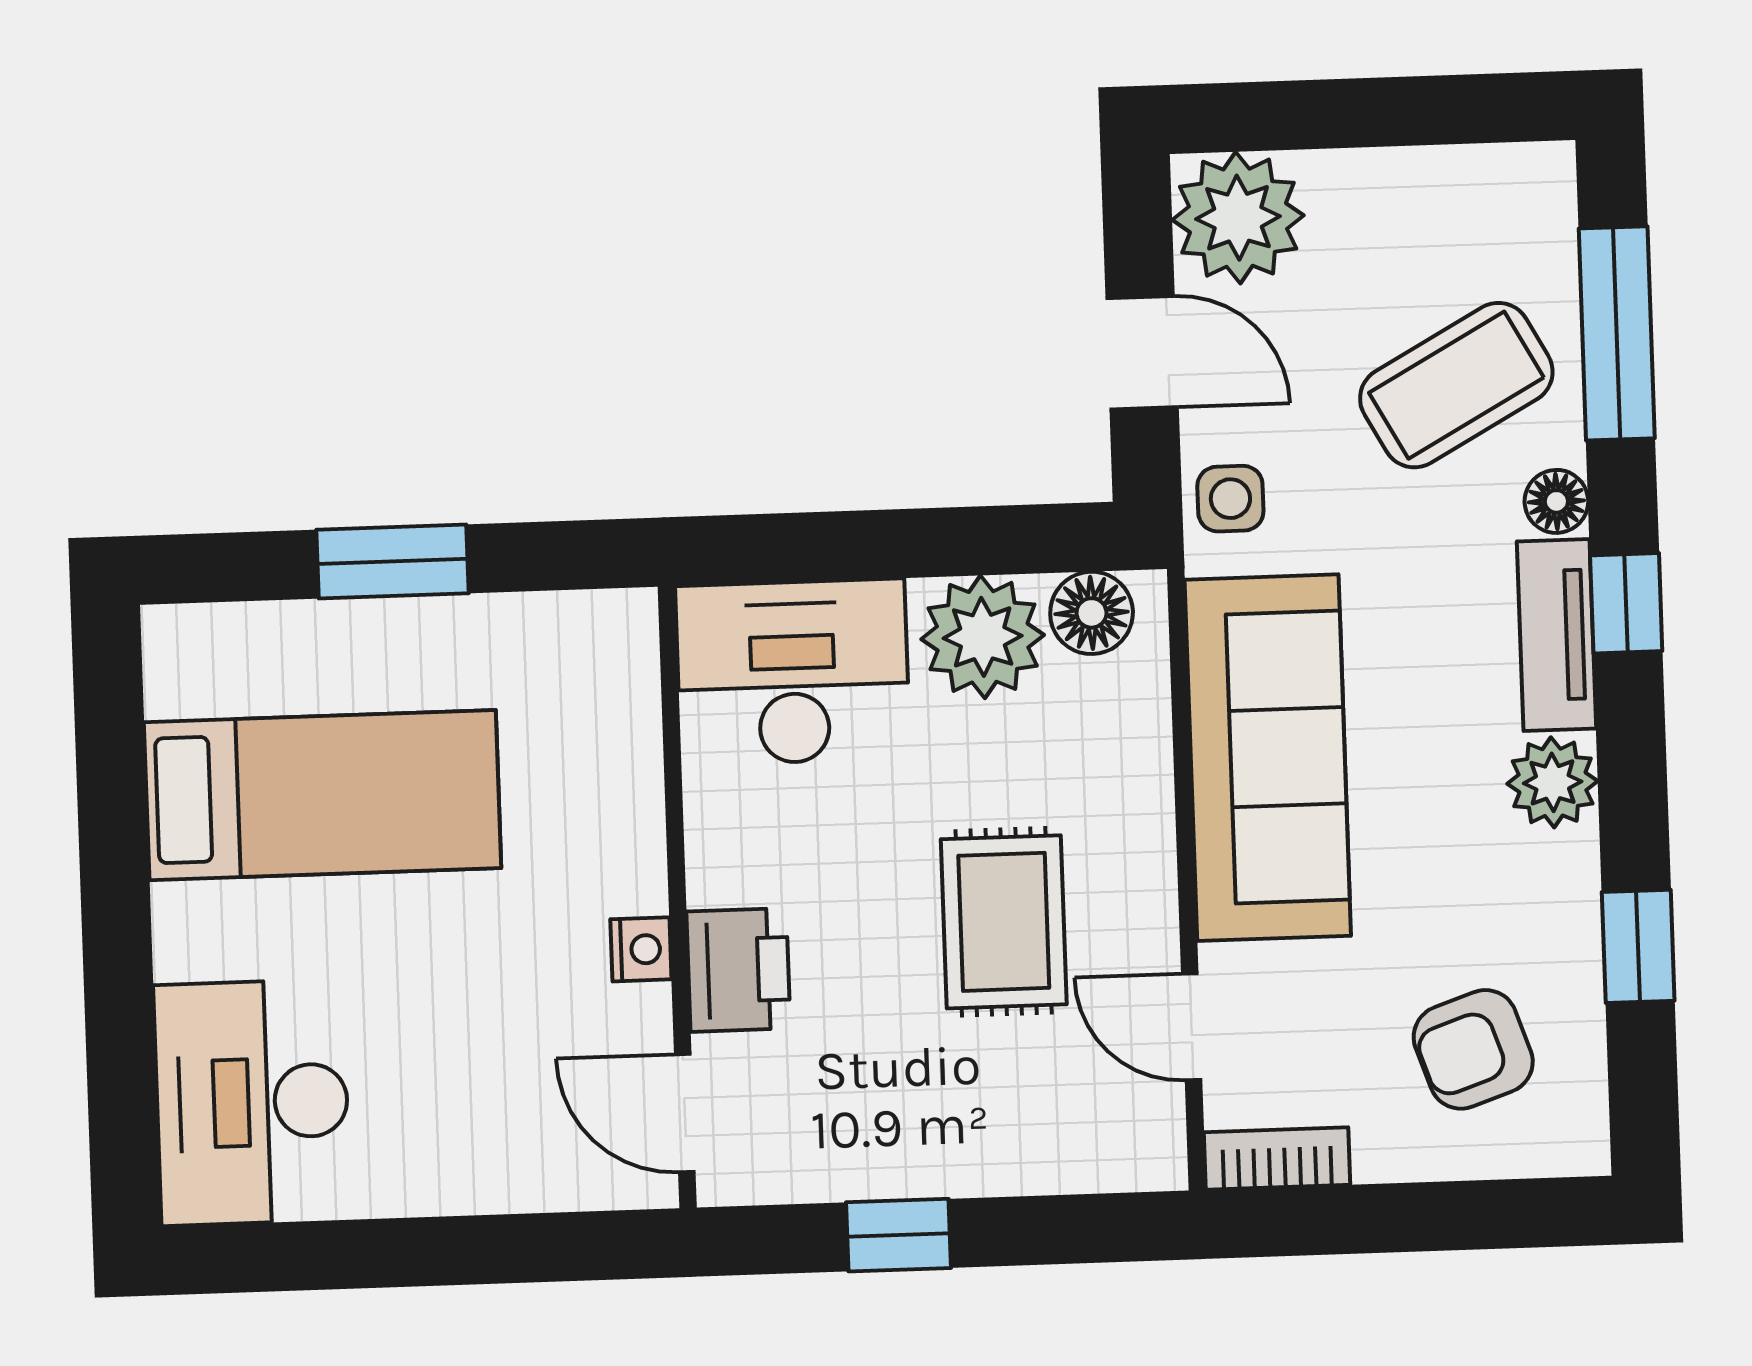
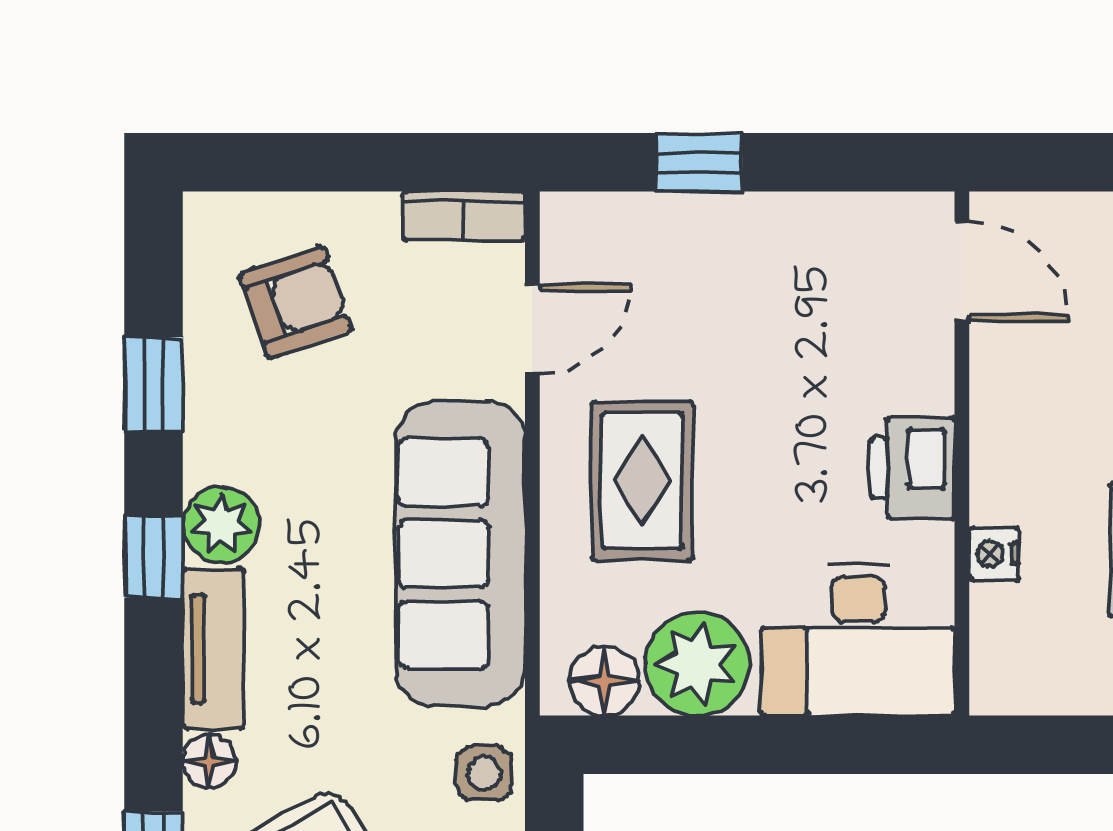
window: (1626, 603) -> (154, 557), moved
rug: (1004, 922) -> (642, 480), moved
nightstand: (641, 949) -> (994, 554), moved
printer: (738, 970) -> (913, 468), moved
door: (1192, 1027) -> (532, 329), hinge flipped
window: (899, 1235) -> (699, 162), moved

